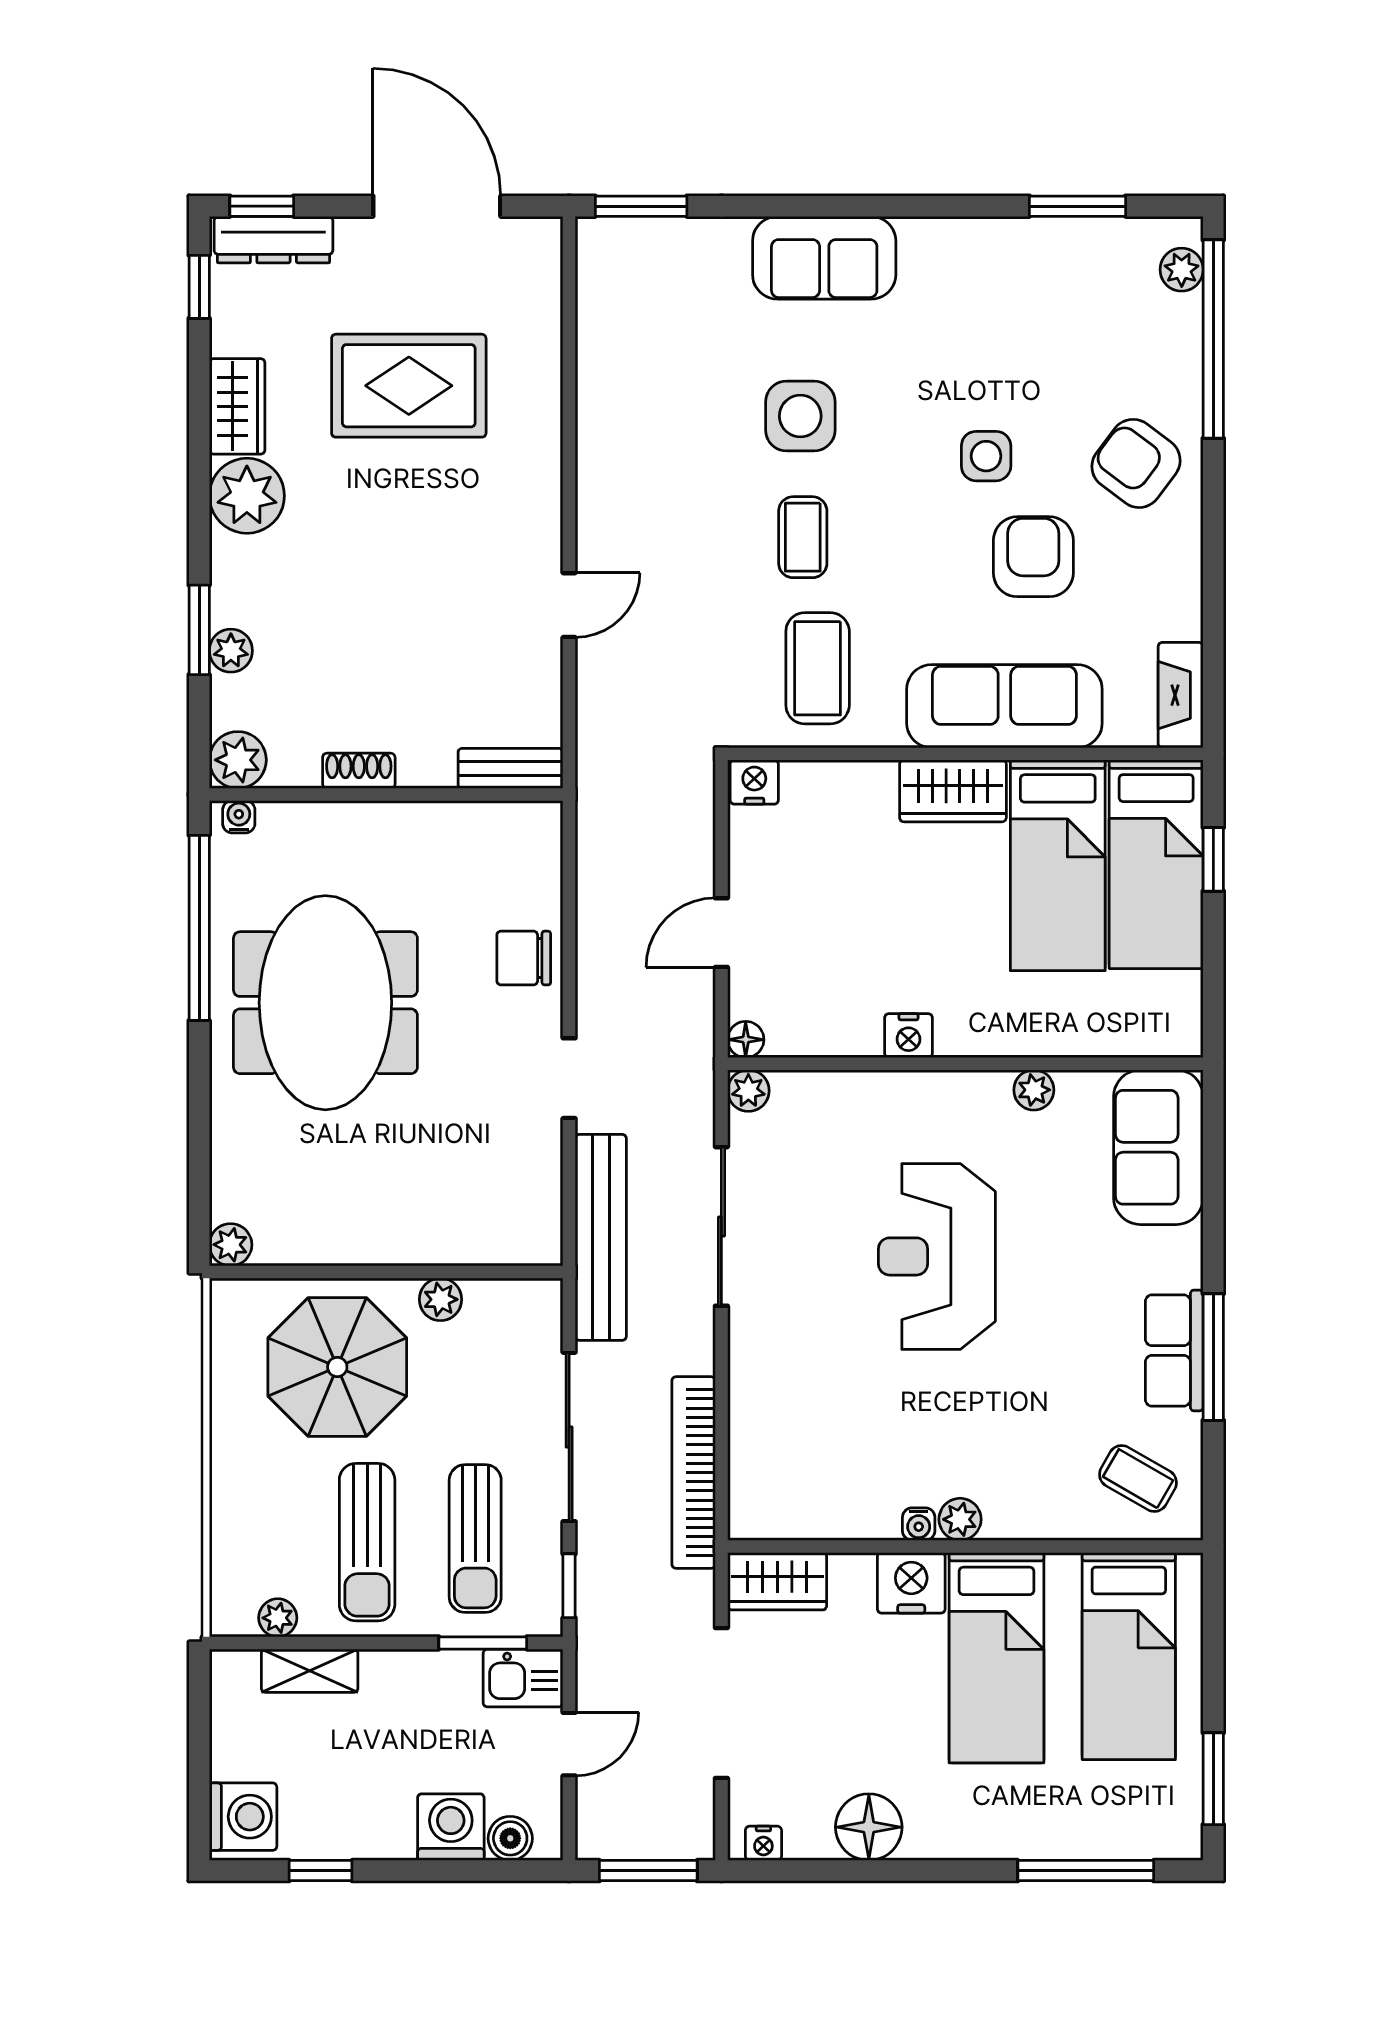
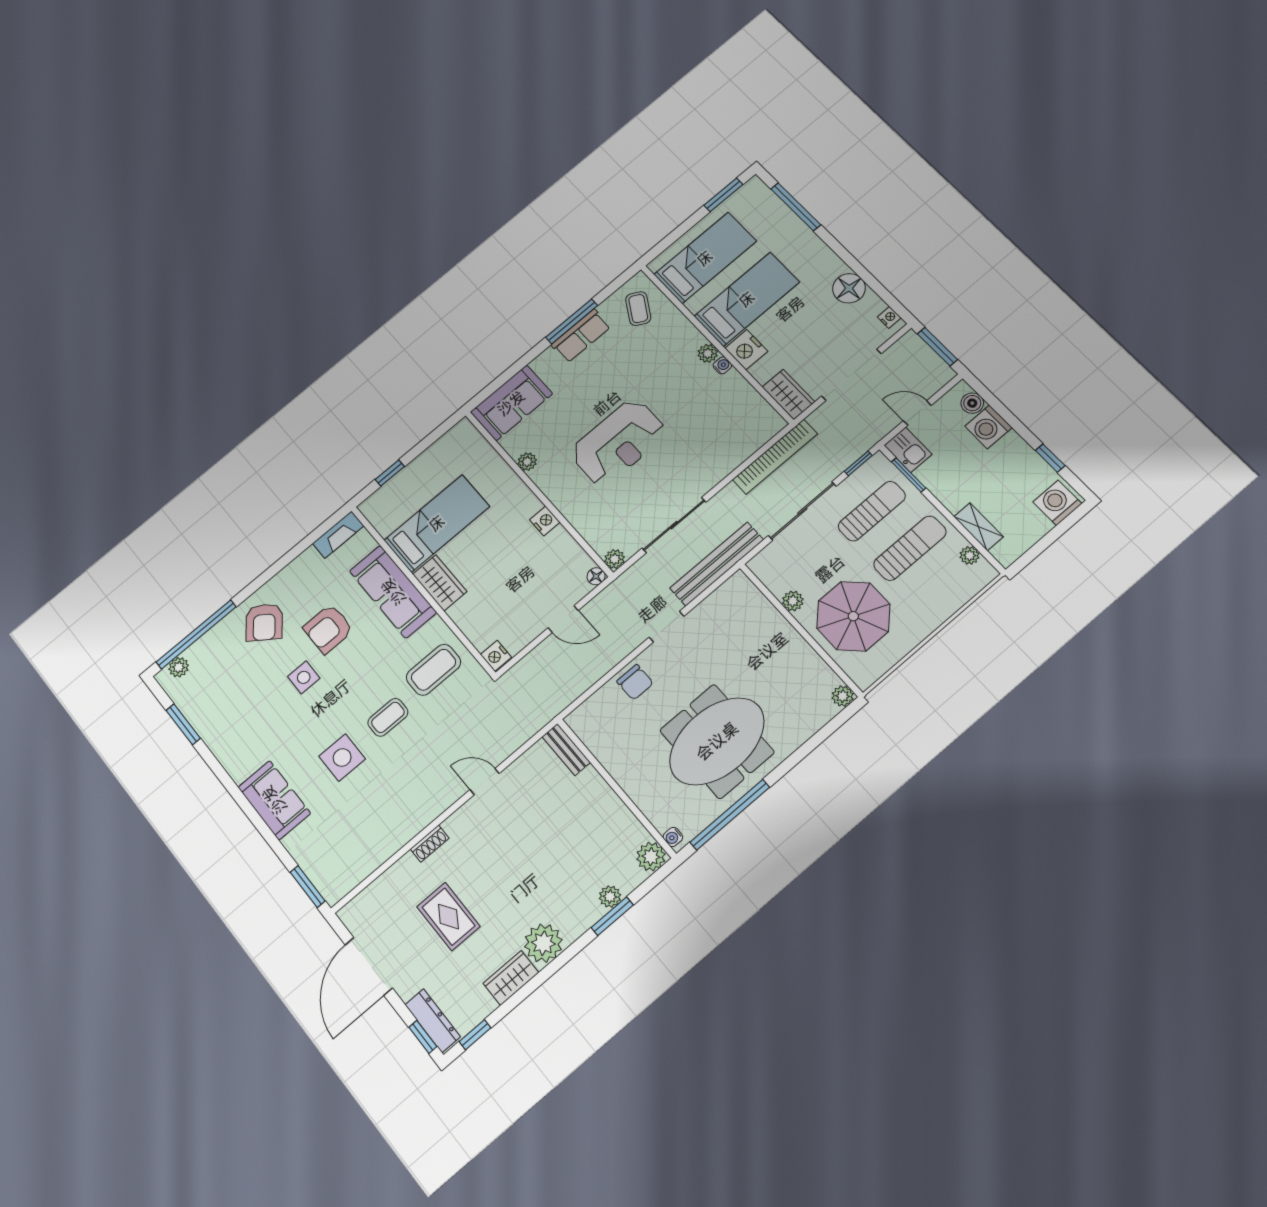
rug: (409, 386) -> (448, 917), width x0.73, depth x0.70
shoe rack: (359, 771) -> (430, 844), moved, turned -90
bed: (1156, 864) -> (408, 491), removed

